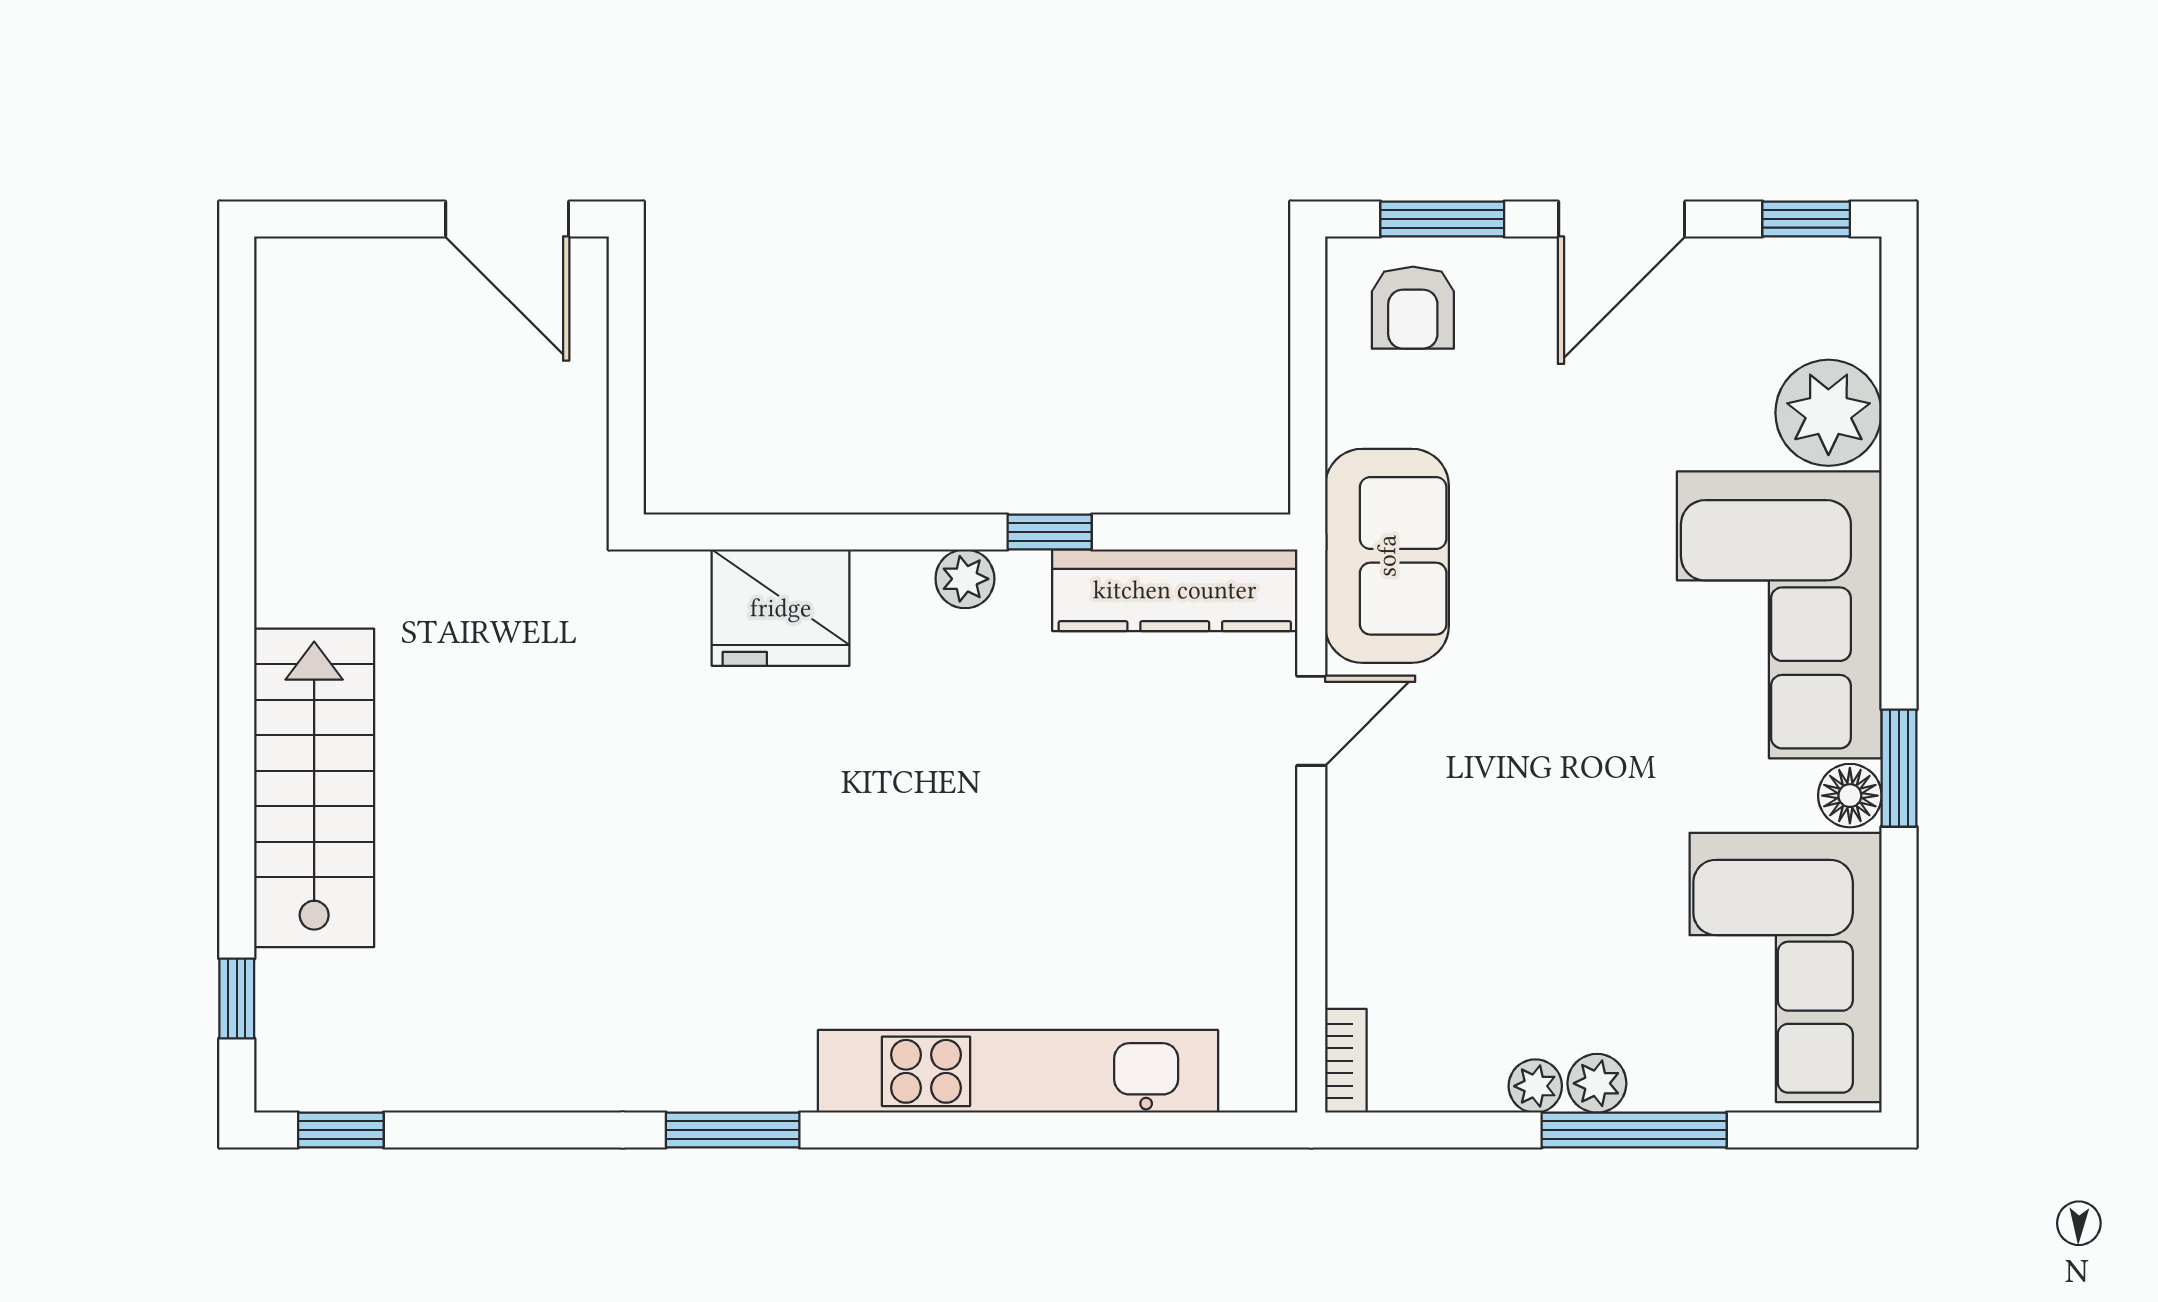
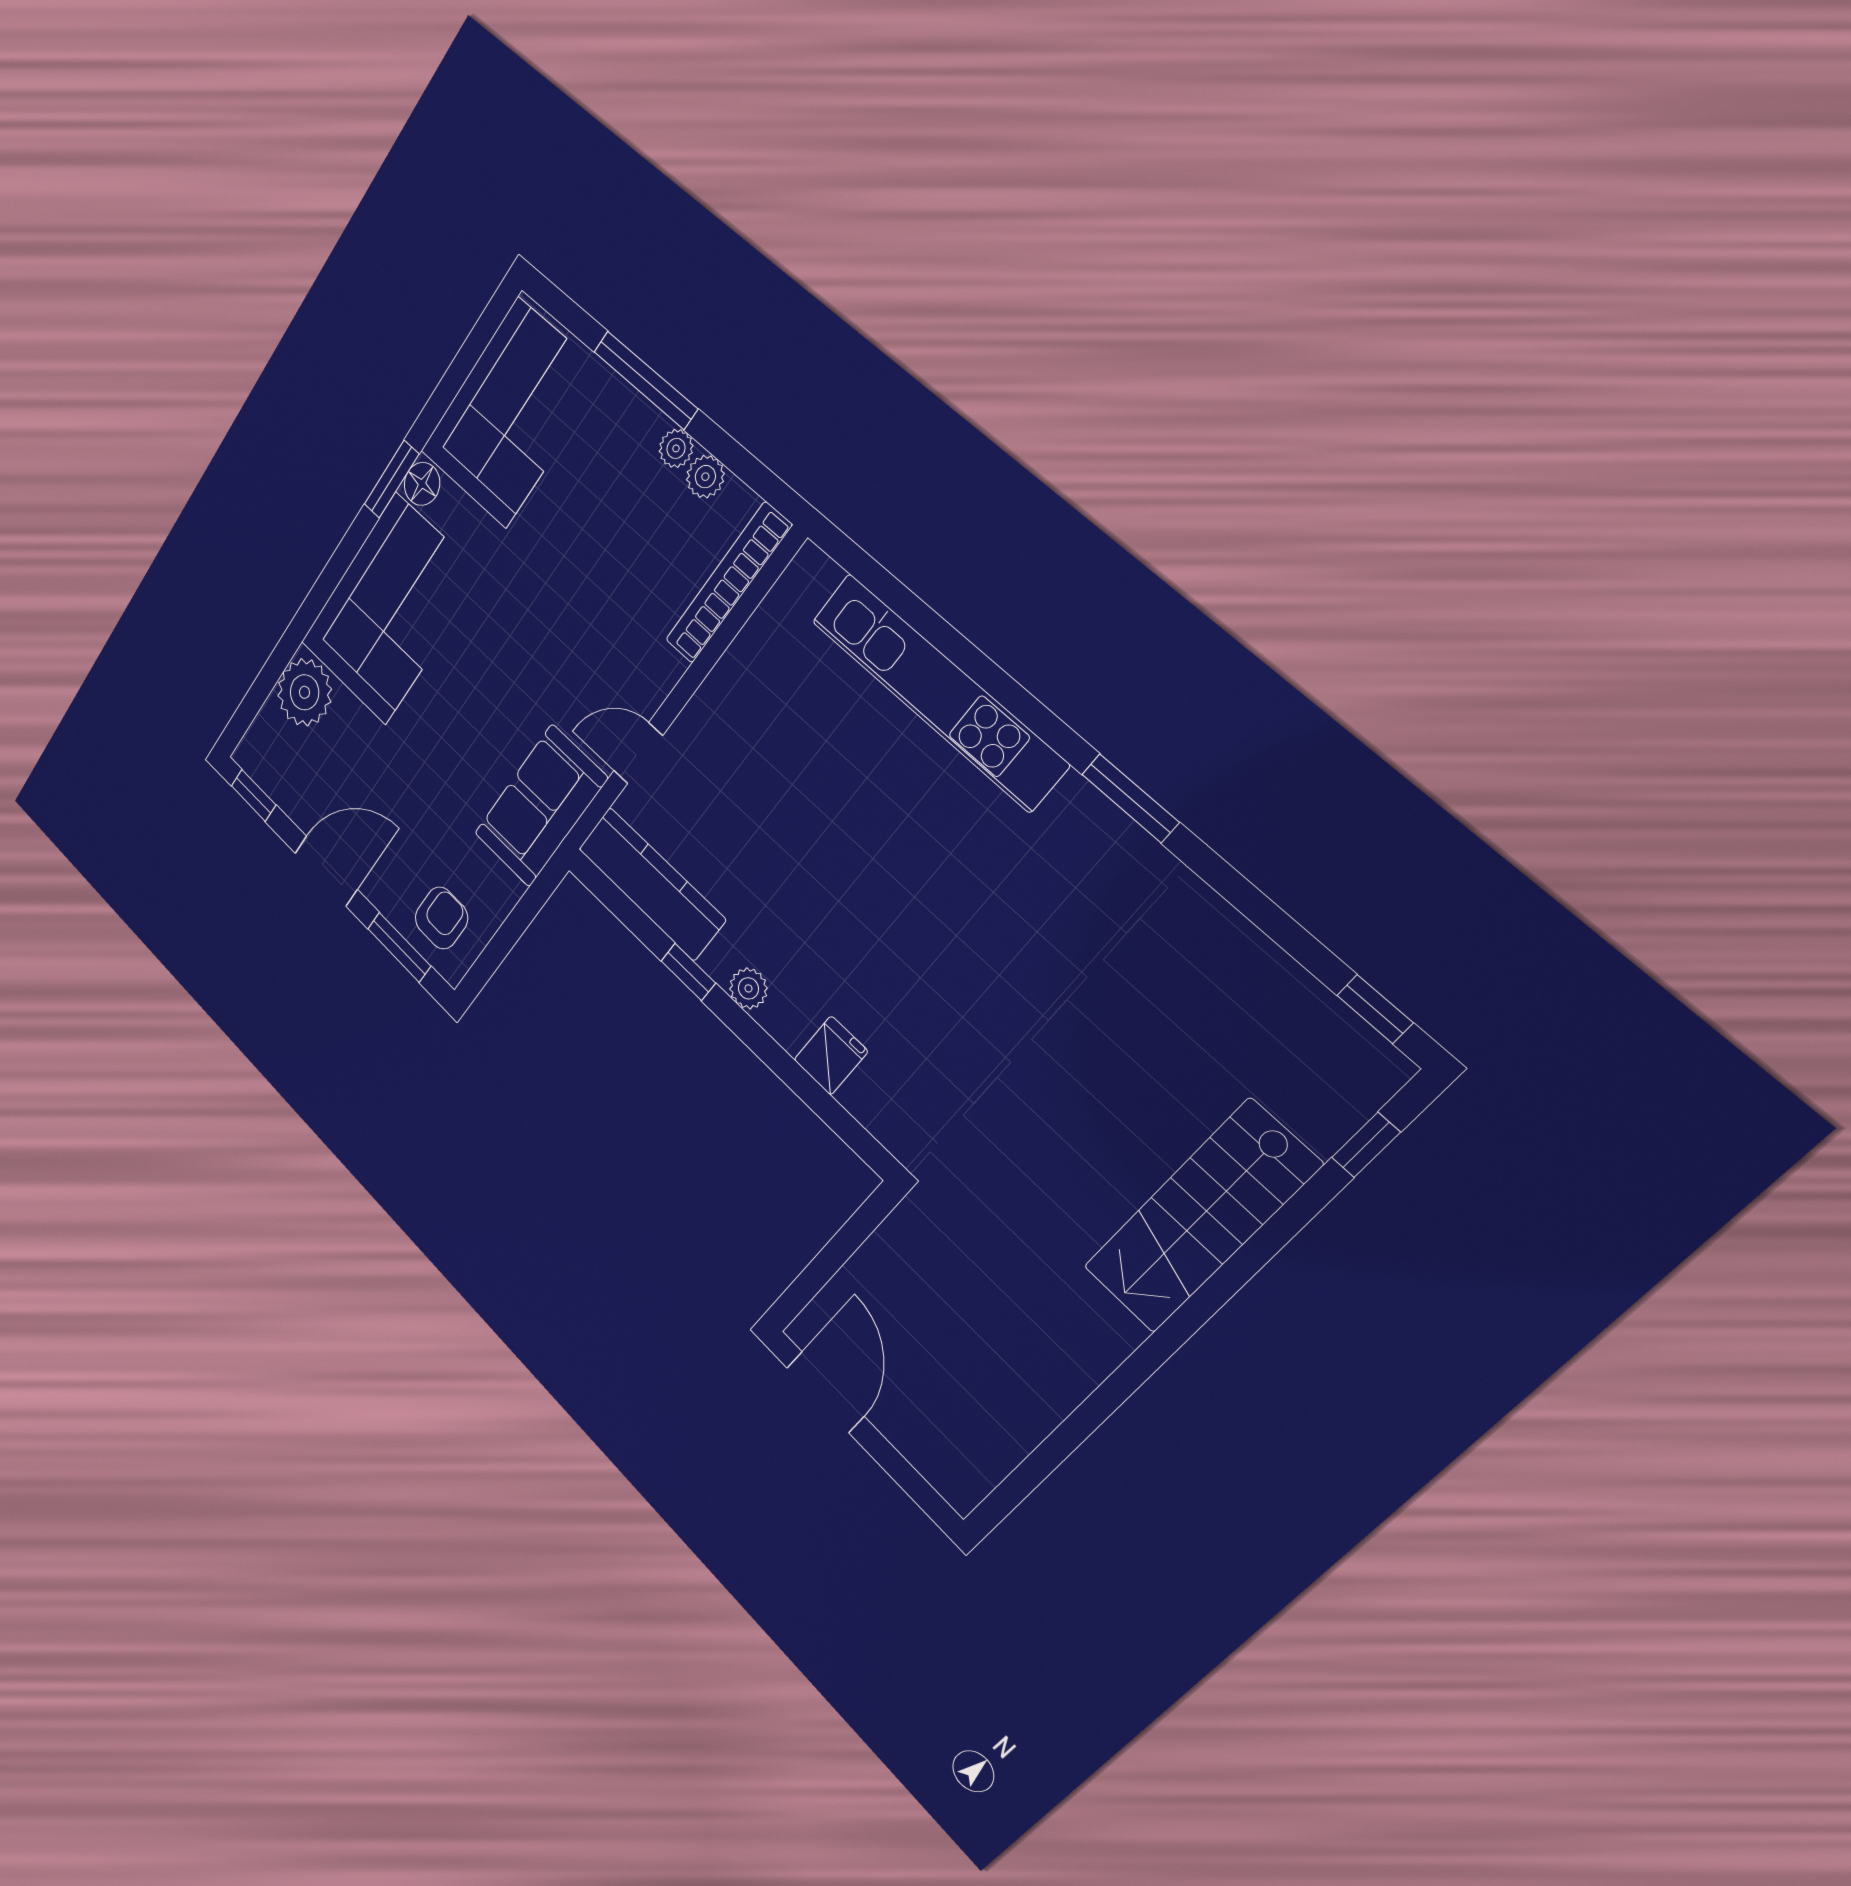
fridge: (781, 608) -> (831, 1056), width x0.53, depth x0.75
bookcase: (1346, 1061) -> (728, 583), width x2.31, depth x1.31
plant: (1597, 1083) -> (705, 477), moved

